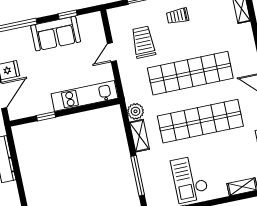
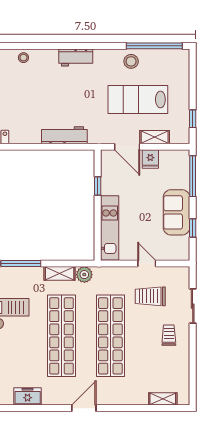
trolley: (143, 42) -> (150, 296), turned 180

